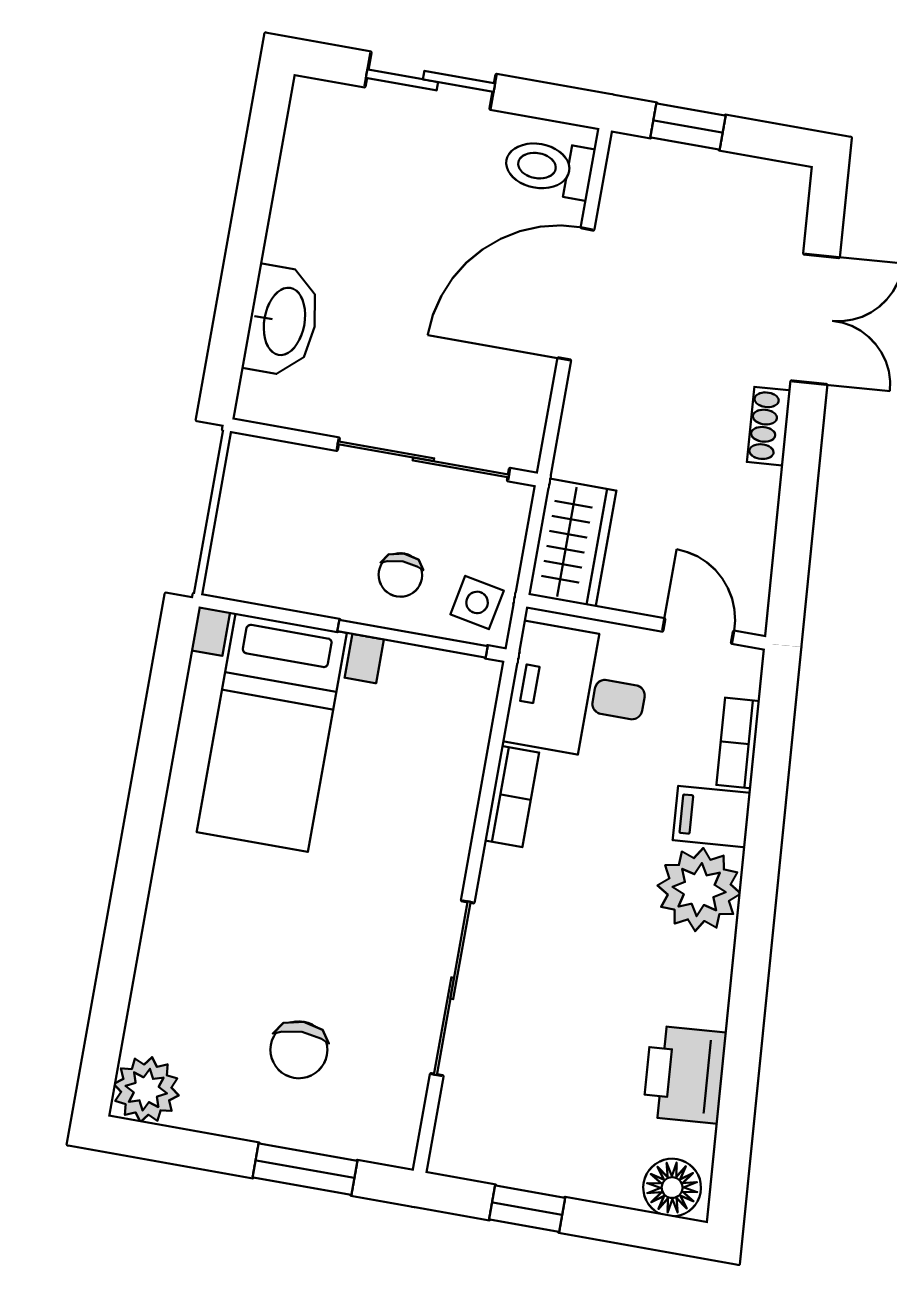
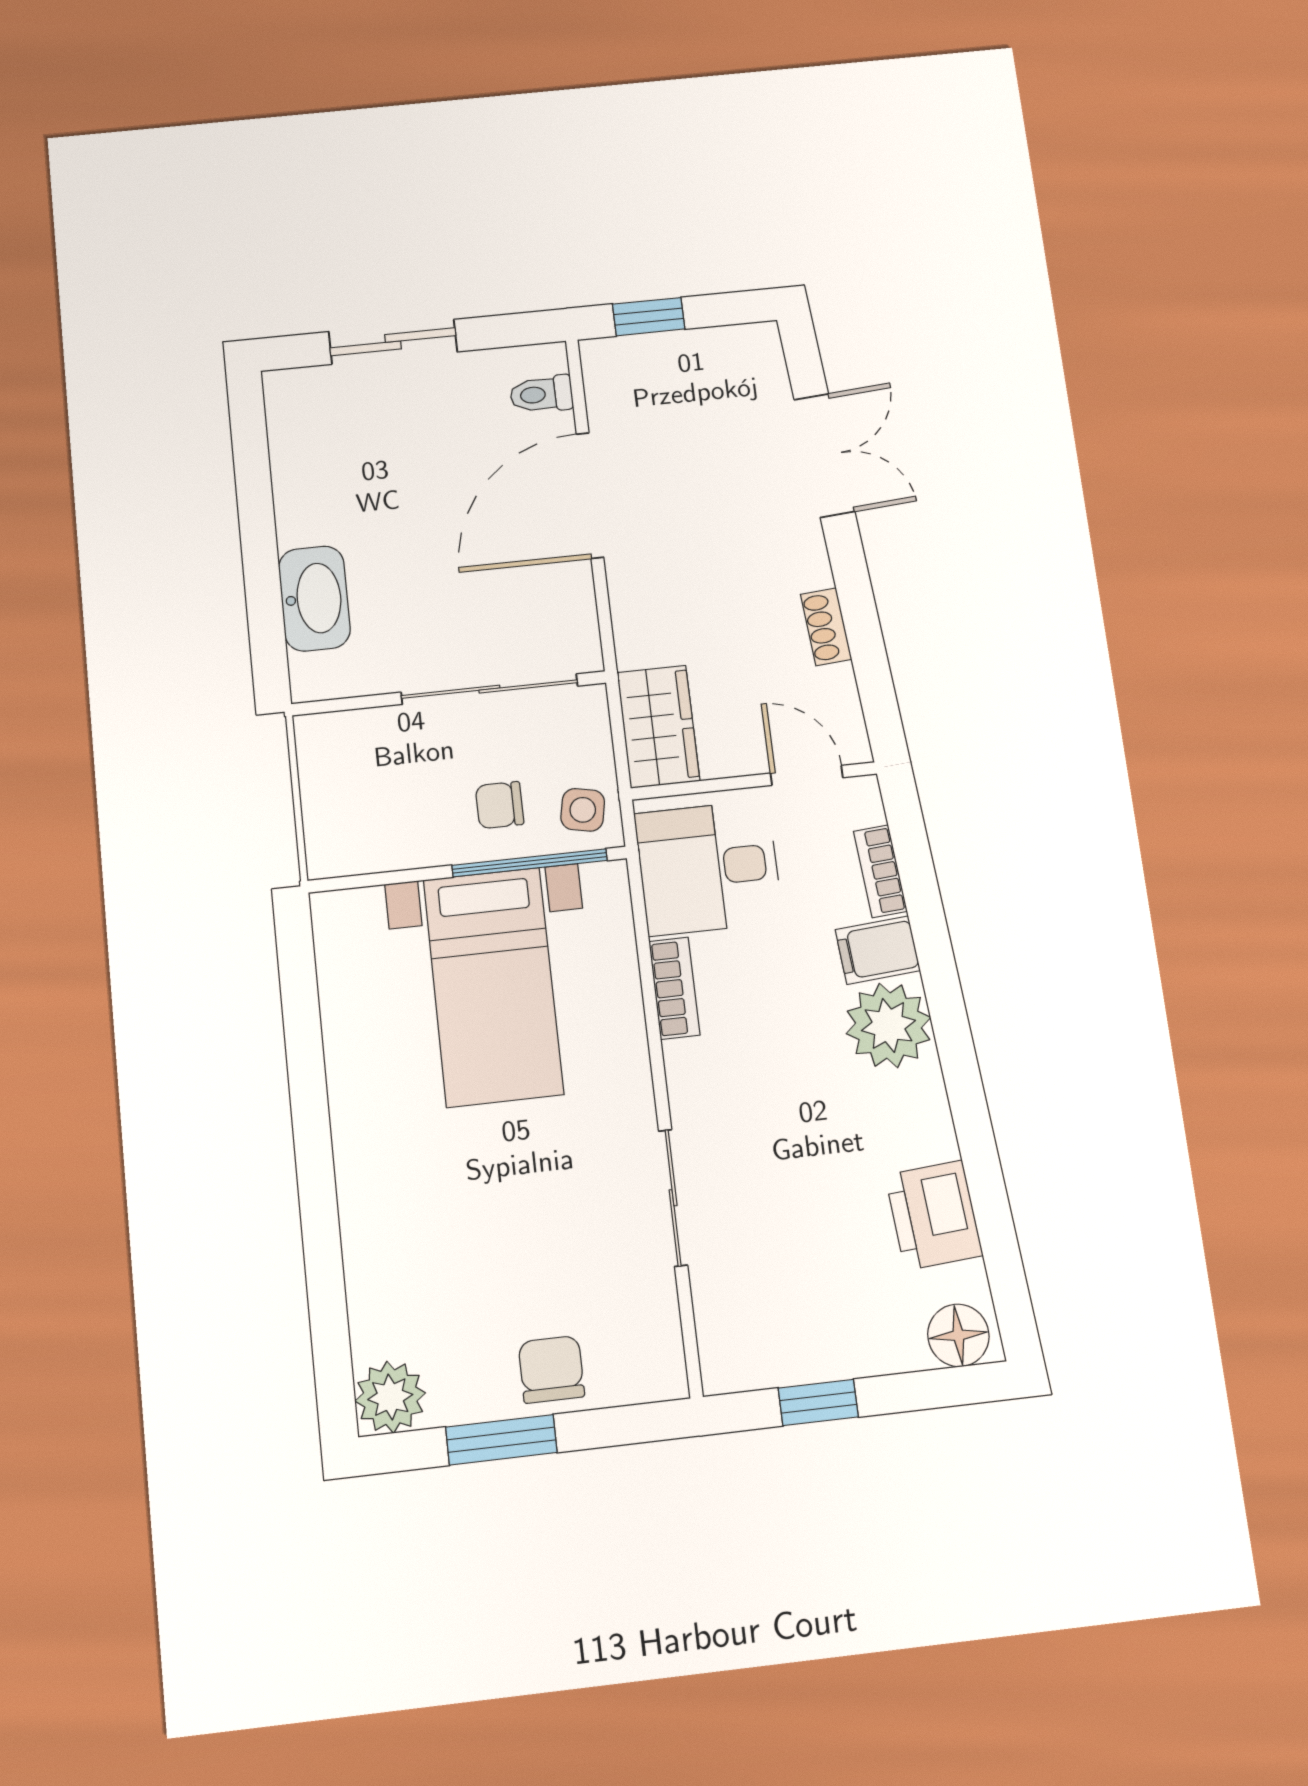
toilet: (549, 168) -> (541, 394), width x0.73, depth x0.72
shoe rack: (769, 426) -> (826, 627), moved
chair: (400, 575) -> (500, 805), turned 90
bed with nightstands: (272, 733) -> (493, 987), moved
sliding door: (452, 988) -> (673, 1198), width x0.73
chair: (299, 1050) -> (551, 1369), moved, turned 180
window: (305, 1169) -> (501, 1440), moved

